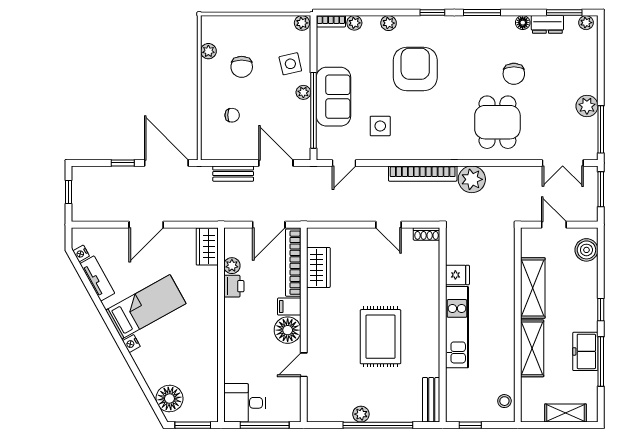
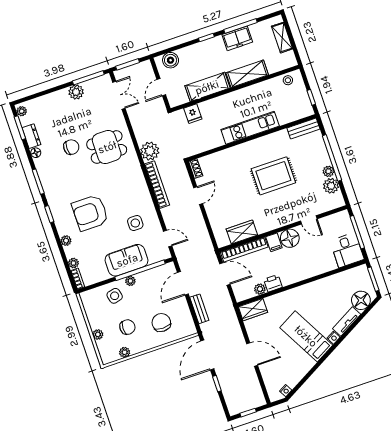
plant: (302, 23) -> (98, 334), moved
chair: (232, 115) -> (161, 323), width x1.87, depth x1.87
fridge: (457, 275) -> (193, 114), moved, turned 180
tv unit: (97, 278) -> (347, 321), moved
plant: (340, 411) -> (331, 186), added

